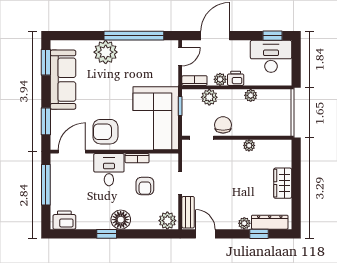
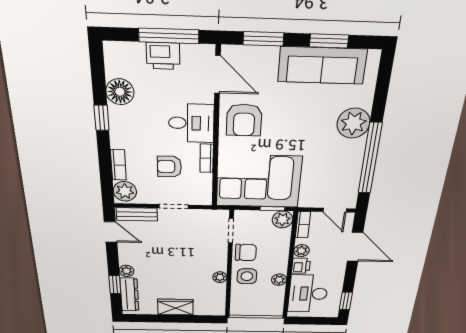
desk: (271, 56) -> (308, 294), moved, turned 180
window: (46, 62) -> (329, 41), moved
plant: (209, 97) -> (282, 219), moved
side table: (248, 123) -> (247, 276), added
armchair: (105, 132) -> (244, 120), turned 180
printer: (64, 220) -> (163, 56), moved, turned 90
floor lamp: (121, 220) -> (120, 92), moved
bookcase: (144, 224) -> (118, 165), added
door: (205, 234) -> (111, 232), hinge flipped

